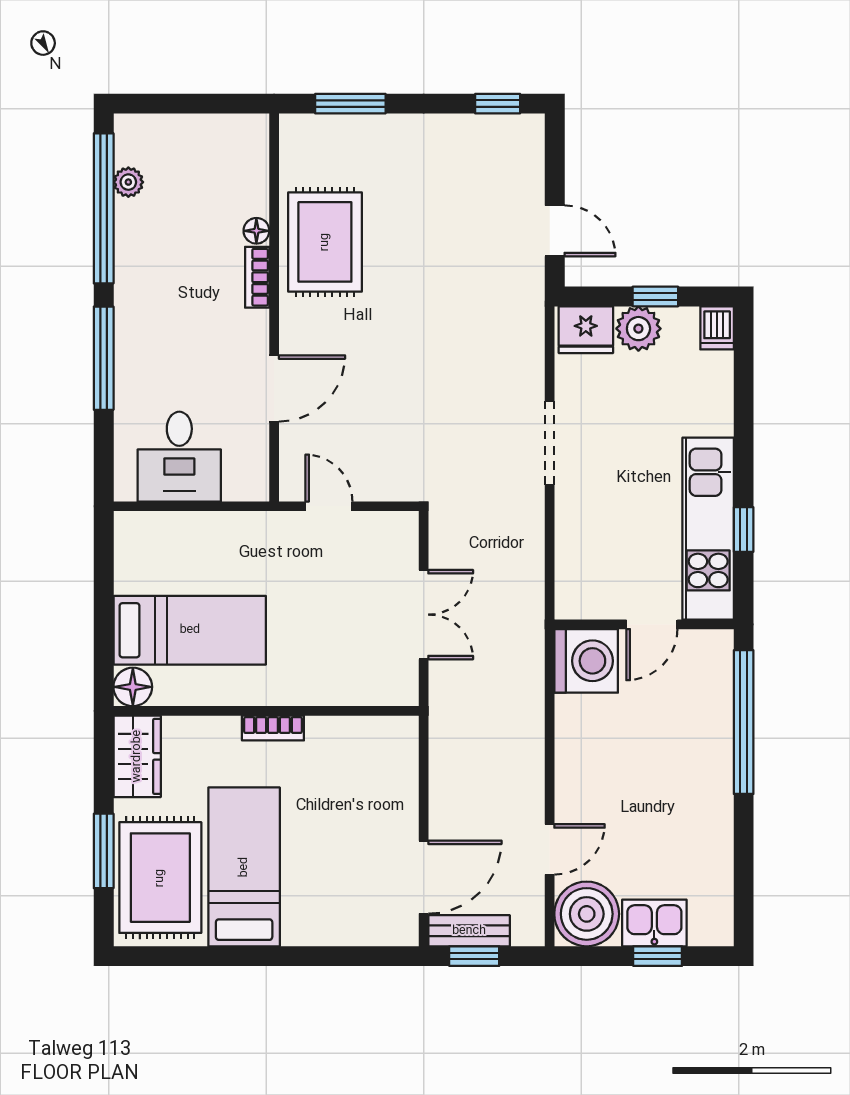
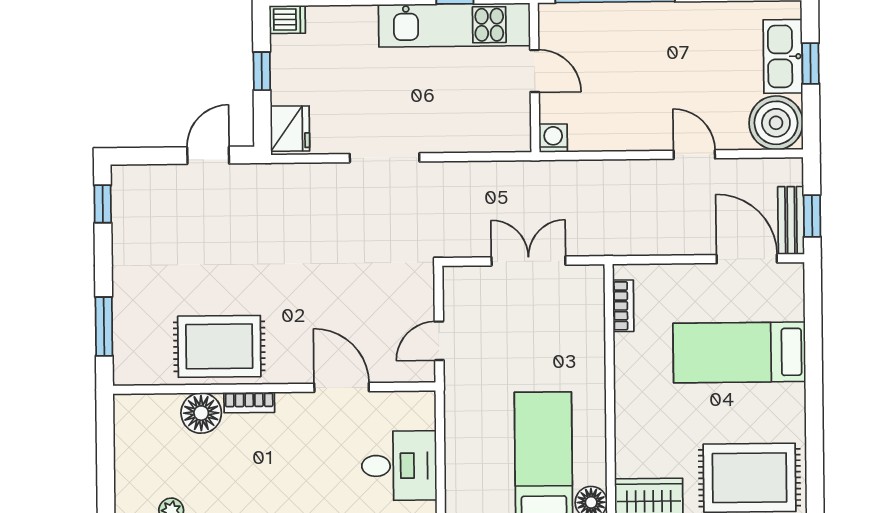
floor lamp: (256, 231) -> (201, 413), width x1.89, depth x1.89
plant: (638, 329) -> (289, 85), removed
washing machine: (586, 661) -> (553, 138), width x0.53, depth x0.53
bookcase: (273, 728) -> (623, 306), moved
door: (550, 849) -> (694, 155), moved
bed: (244, 867) -> (739, 352), moved
kitchen sink: (654, 923) -> (783, 56), width x1.38

